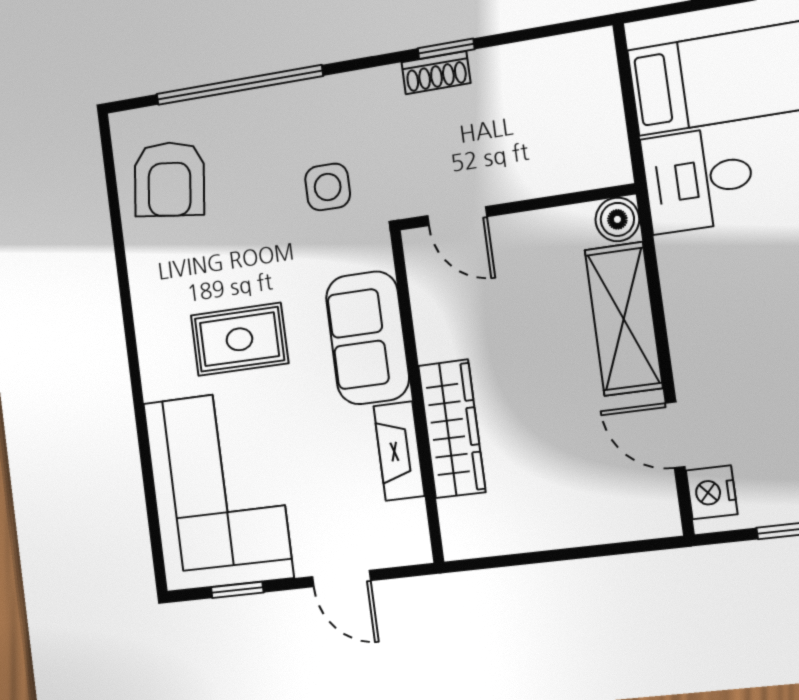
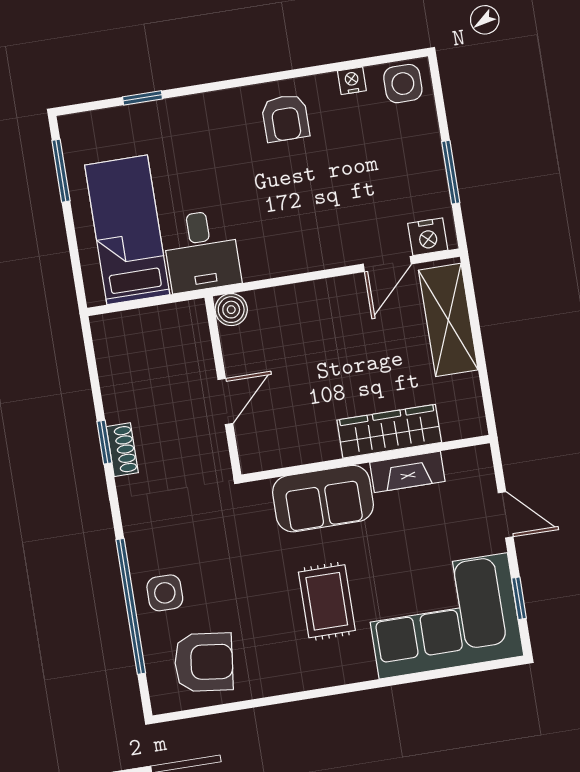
side table: (328, 187) -> (165, 593), moved
door: (457, 216) -> (225, 401), moved
shelving: (624, 319) -> (448, 320), moved, turned 90
door: (341, 579) -> (506, 515), hinge flipped

